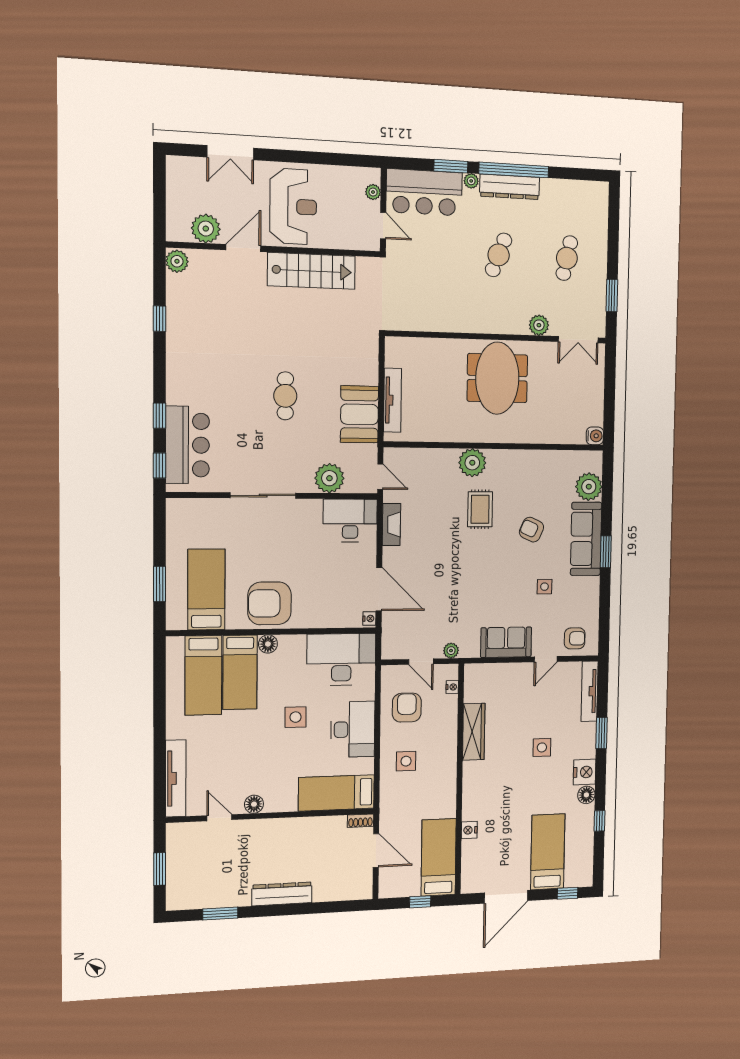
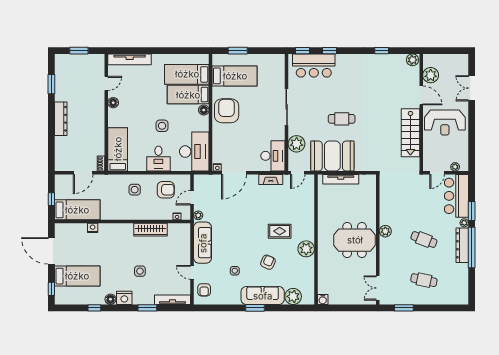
plant: (539, 325) -> (385, 231), moved
booth: (359, 414) -> (332, 156), width x1.36, depth x1.42
plant: (472, 463) -> (306, 249), moved
sofa: (506, 642) -> (203, 243), width x1.36
desk: (353, 729) -> (158, 159), width x0.73

